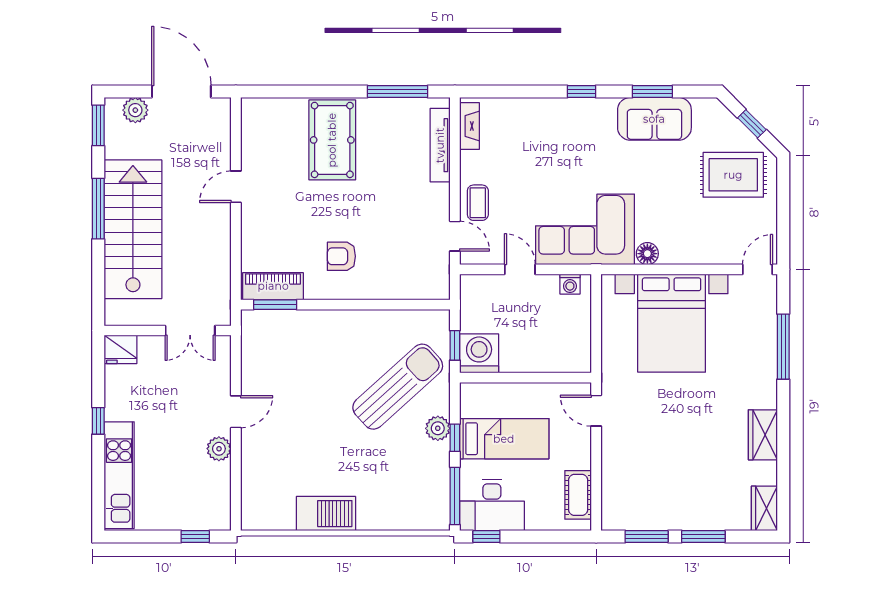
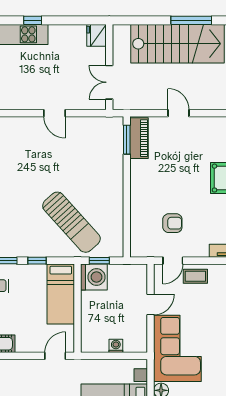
door: (236, 187) -> (179, 113), moved
armchair: (341, 256) -> (172, 223), moved, turned 90
washing machine: (570, 284) -> (116, 346), moved, turned 90
window: (98, 421) -> (33, 20), moved
plant: (438, 428) -> (43, 249), removed
bed: (504, 439) -> (61, 294), moved
plant: (219, 449) -> (30, 102), removed

